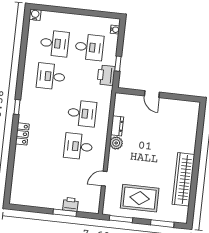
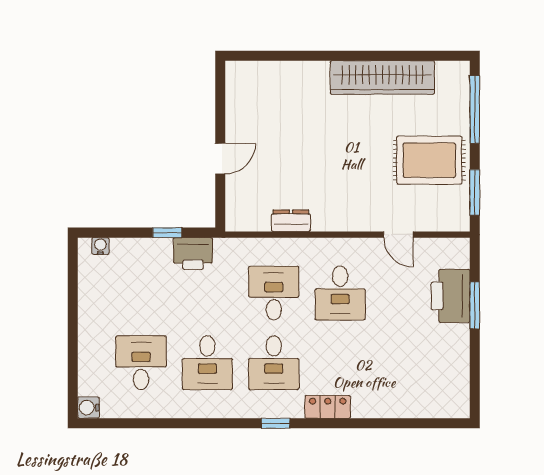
desk: (89, 47) -> (274, 363), moved, turned 180
plant: (116, 143) -> (325, 219), removed
rug: (140, 198) -> (429, 160), turned 90
printer: (70, 204) -> (451, 296), width x1.87, depth x1.48
window: (162, 224) -> (475, 110), width x1.44

